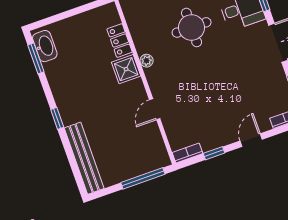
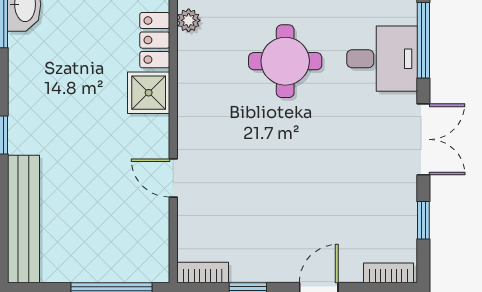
plant: (147, 61) -> (189, 20), moved
door: (155, 109) -> (173, 178), hinge flipped

